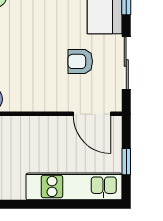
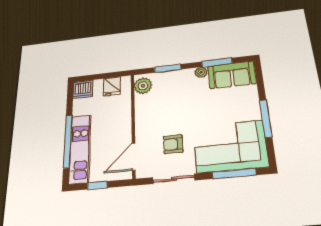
armchair: (80, 61) -> (173, 144), turned -90
window: (61, 204) -> (68, 141), added

